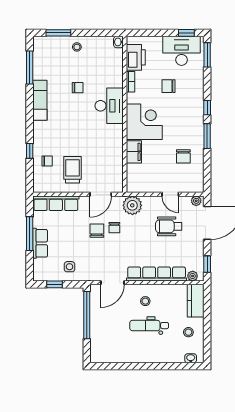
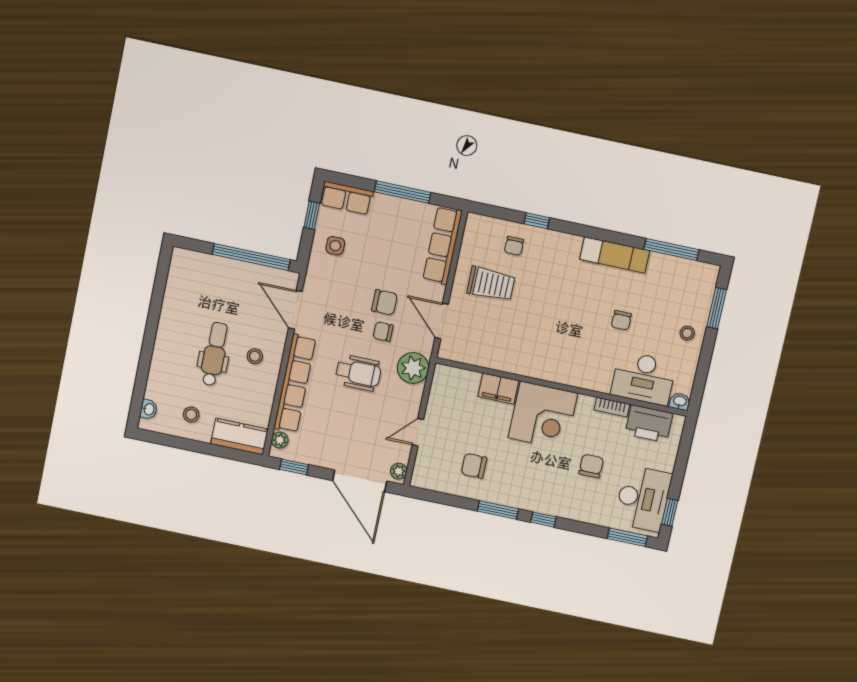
desk: (109, 106) -> (644, 378), moved
wheelchair: (169, 226) -> (358, 373), moved, turned 90
row of seats: (40, 243) -> (346, 198), moved

